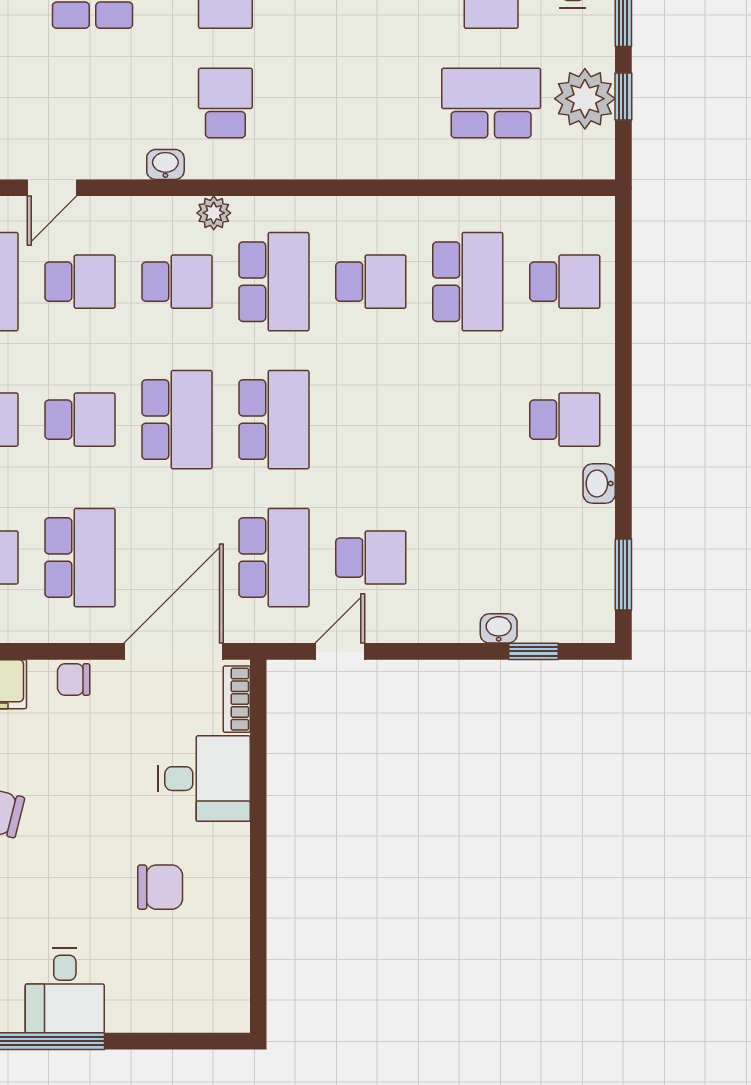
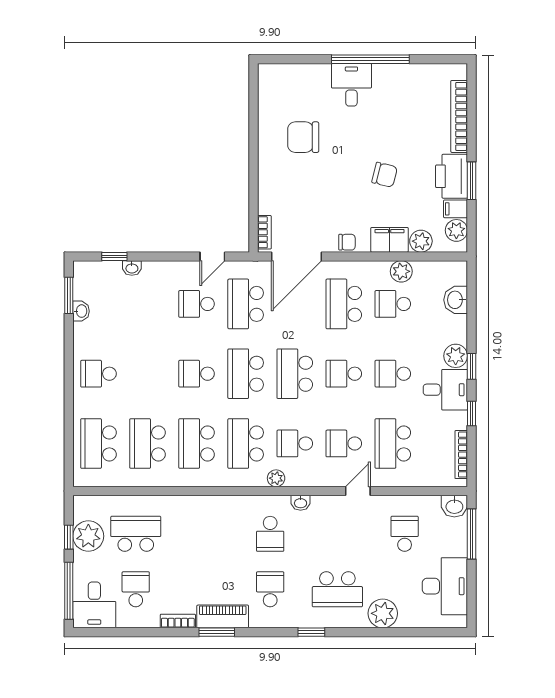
school desk: (491, 103) -> (136, 534), turned 180
school desk: (371, 282) -> (197, 443), width x1.85
school desk: (565, 282) -> (98, 443), width x1.85
school desk: (371, 420) -> (197, 374), added
washbasin: (599, 483) -> (81, 311), moved
desk: (204, 779) -> (281, 192), removed
chair: (160, 887) -> (303, 137), width x1.37, depth x1.37

